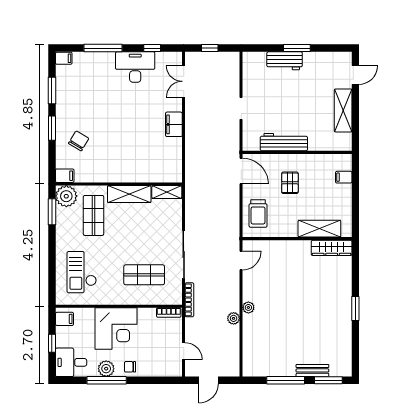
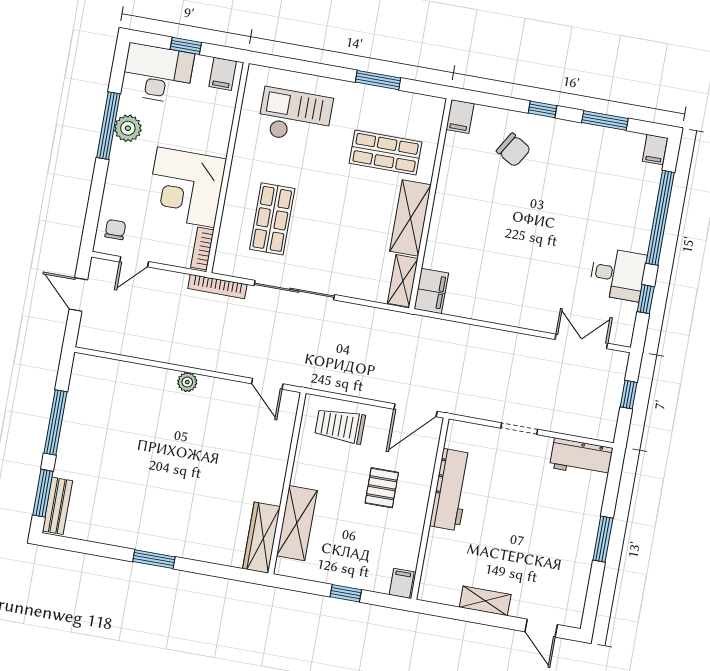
window: (103, 48) -> (660, 218), width x1.46
workbench: (285, 61) -> (581, 458), moved, turned -90
desk: (135, 67) -> (618, 274), width x0.73
shelving: (343, 110) -> (485, 601), width x0.67, depth x0.75
filing cabinet: (174, 124) -> (431, 291), moved, turned 90
window: (52, 128) -> (542, 109), width x0.67
filing cabinet: (344, 177) -> (402, 583), moved
pallet: (290, 183) -> (382, 488), turned 90
window: (355, 193) -> (346, 593), added
plant: (66, 196) -> (426, 113), removed
window: (52, 212) -> (378, 80), moved
plant: (234, 318) -> (174, 354), removed
corner desk: (116, 329) -> (186, 187), moved
desk: (71, 362) -> (158, 73), width x1.37
chair: (130, 367) -> (115, 230), moved
bench: (312, 370) -> (57, 506), moved

